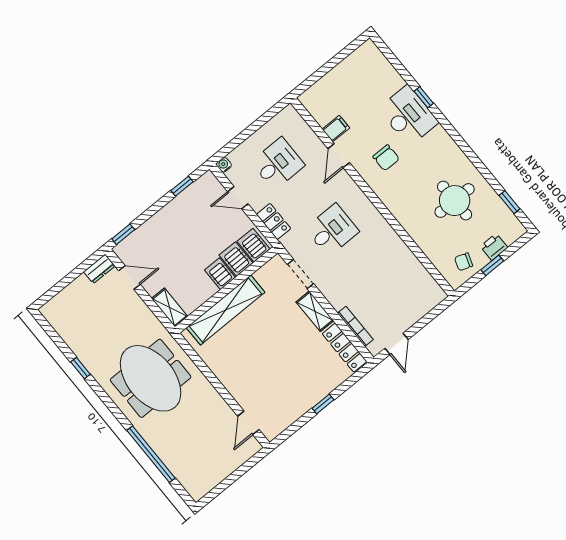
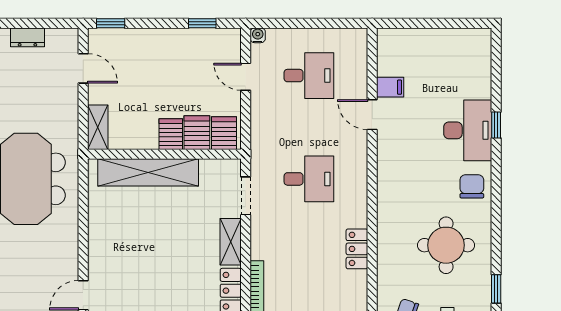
door: (339, 156) -> (372, 115), hinge flipped
chair: (386, 158) -> (472, 186), moved, turned 180
locker: (274, 221) -> (357, 249), moved, turned 180
dresser: (99, 269) -> (27, 37), moved

